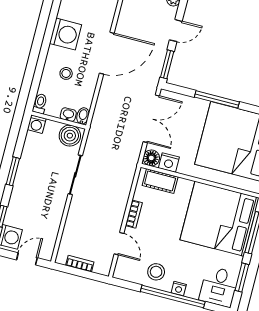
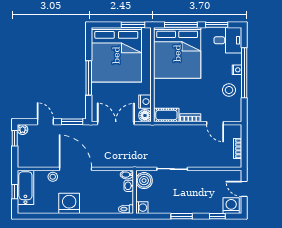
stool: (66, 73) -> (53, 177), moved
cot: (160, 181) -> (166, 115), moved, turned 90
door: (119, 244) -> (215, 123), swing flipped

